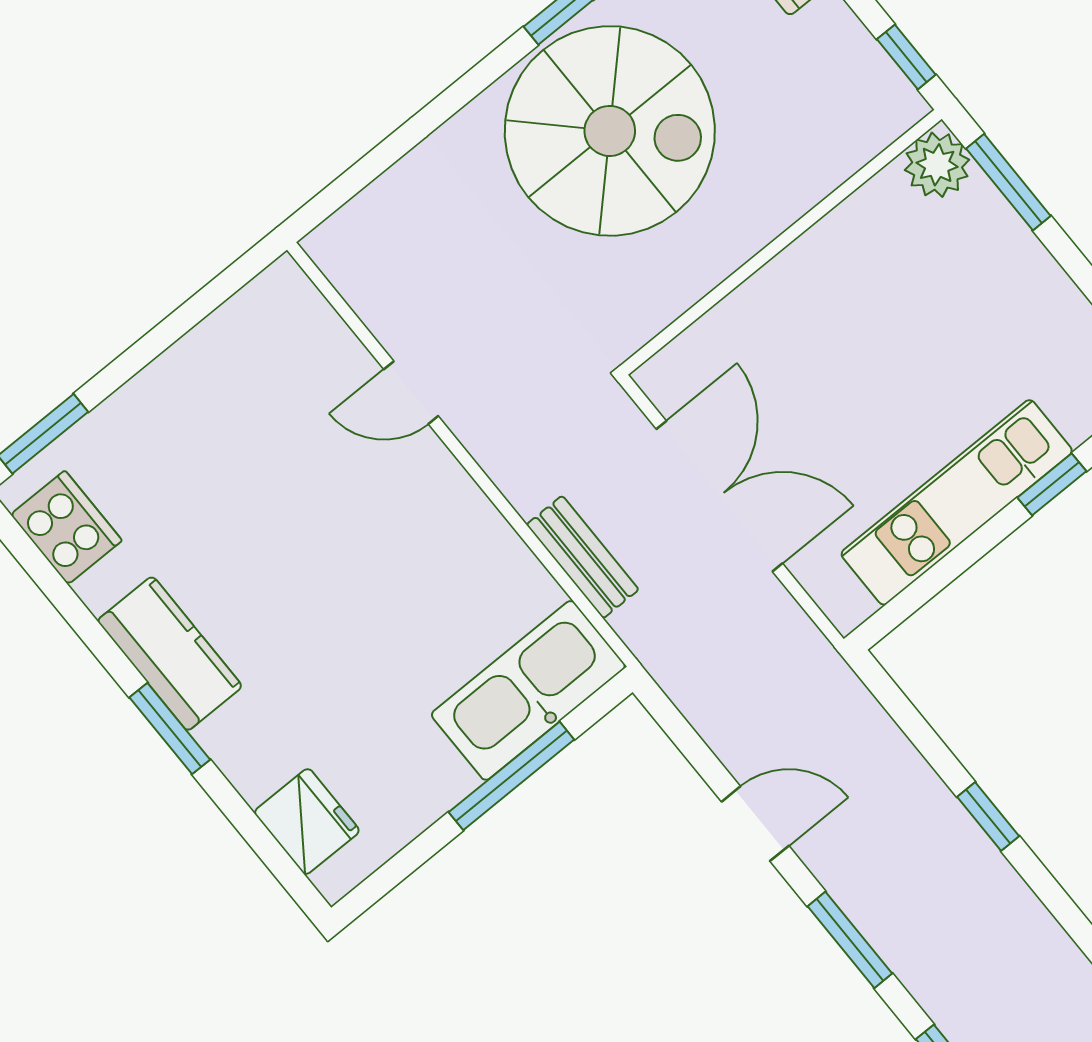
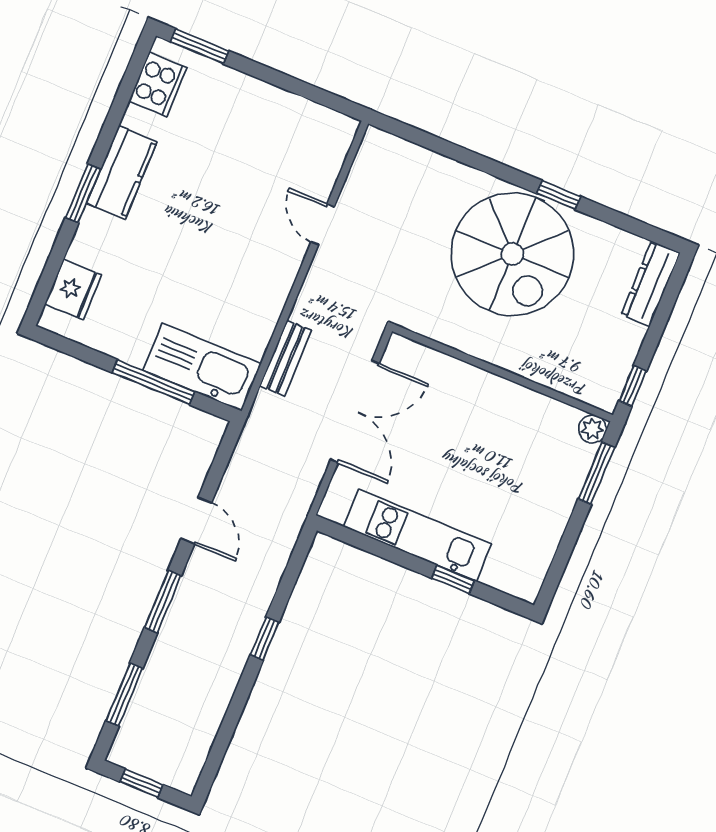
plant: (937, 165) -> (592, 429), width x0.73, depth x0.73

